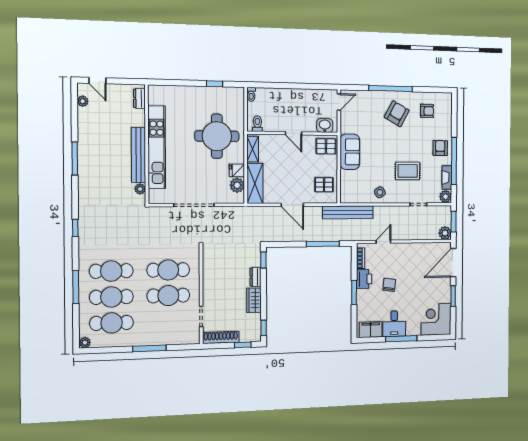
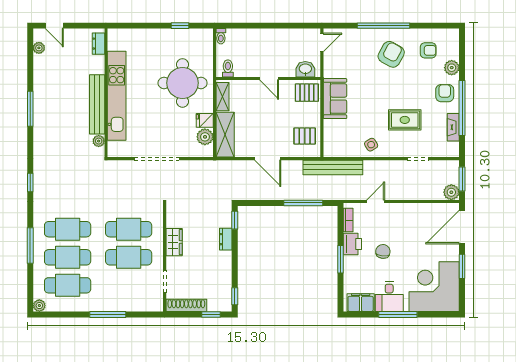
plant: (445, 197) -> (452, 68), moved
wardrobe: (254, 300) -> (174, 242), moved, turned 180
corner desk: (436, 319) -> (434, 287), width x1.36, depth x1.36

